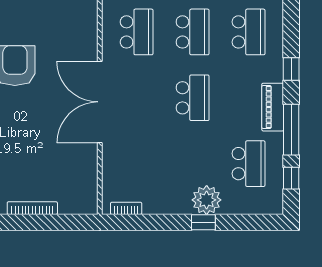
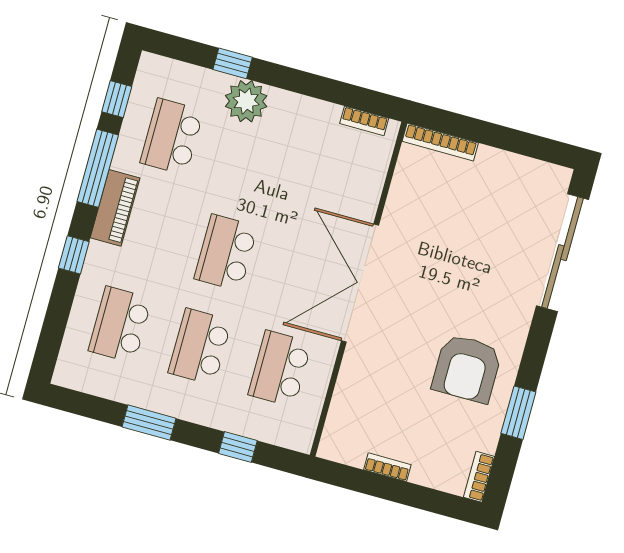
double door: (100, 102) -> (360, 283), swing flipped
bookcase: (32, 208) -> (440, 142), moved
window: (203, 222) -> (233, 63), moved

